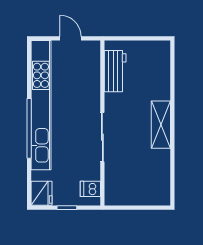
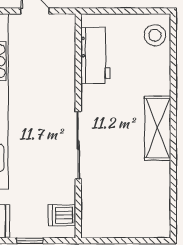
stool: (159, 56) -> (155, 35), added

